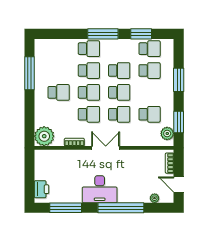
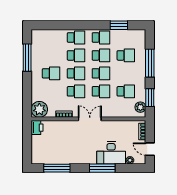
window: (103, 34) -> (87, 25), removed
school desk: (150, 49) -> (101, 37), moved
window: (179, 80) -> (150, 63), width x1.44
printer: (42, 189) -> (37, 128), moved
desk: (100, 189) -> (111, 153), moved
window: (121, 208) -> (102, 168), width x0.68

